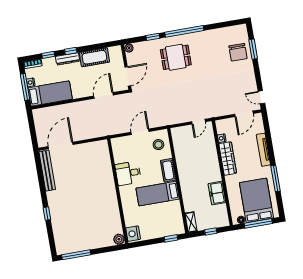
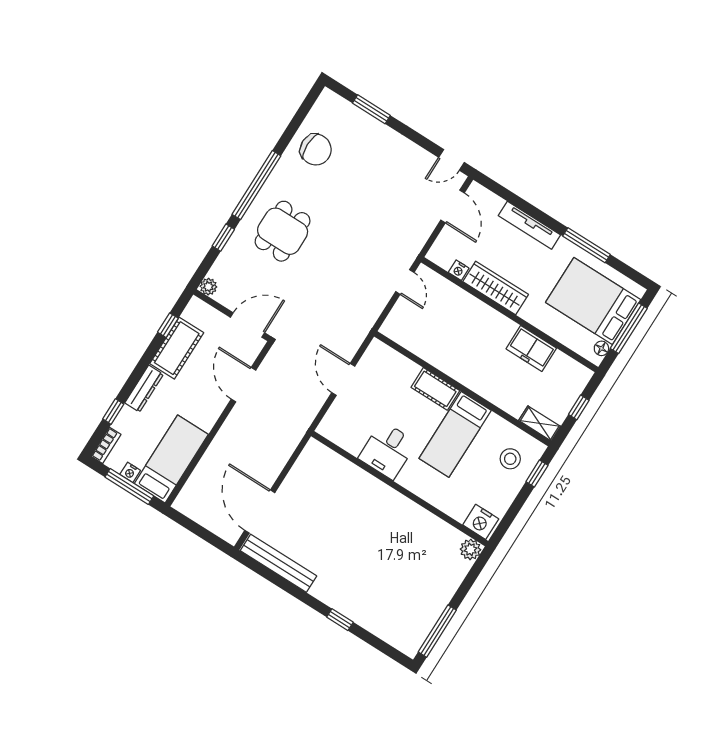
window: (71, 51) -> (168, 325), moved
chair: (238, 52) -> (316, 150), moved
door: (128, 76) -> (247, 325), hinge flipped
stool: (158, 145) -> (510, 459), moved

